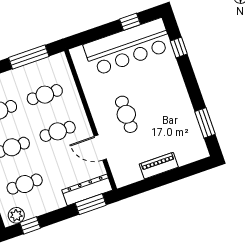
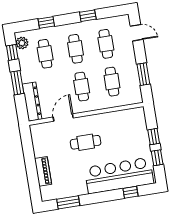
window: (104, 31) -> (154, 137), added
bar counter: (128, 47) -> (119, 176), moved, turned 90
window: (29, 57) -> (143, 74), width x0.69
piano: (159, 166) -> (43, 171), moved
window: (91, 204) -> (17, 83), moved

